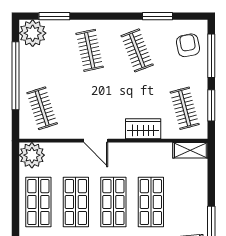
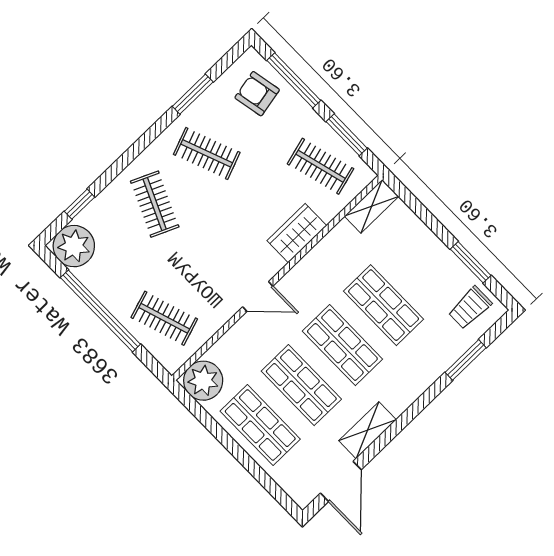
window: (54, 16) -> (80, 204), width x0.67
clothes rail: (90, 50) -> (155, 204), turned 36

